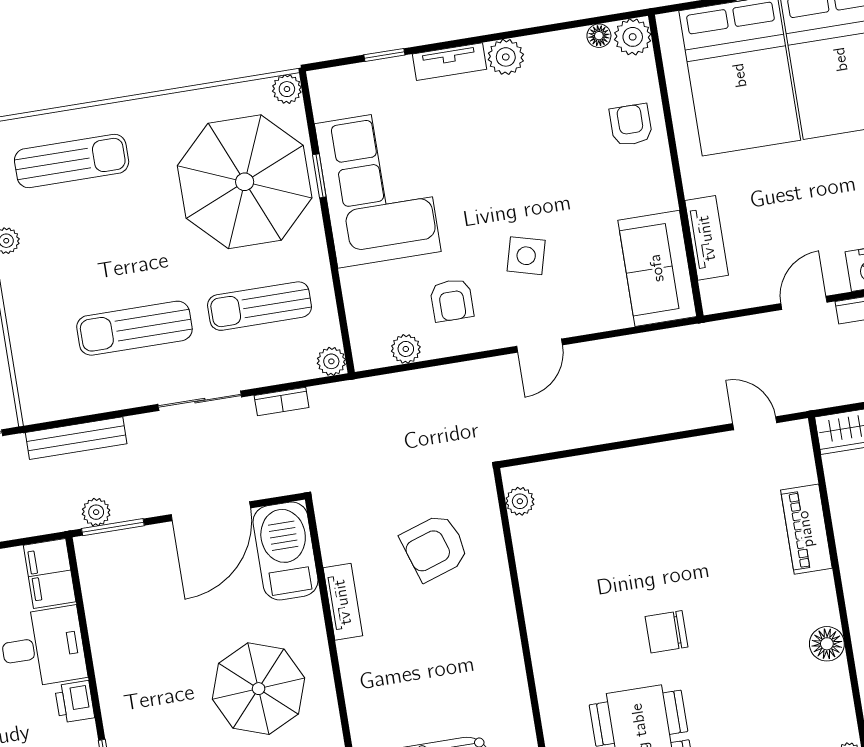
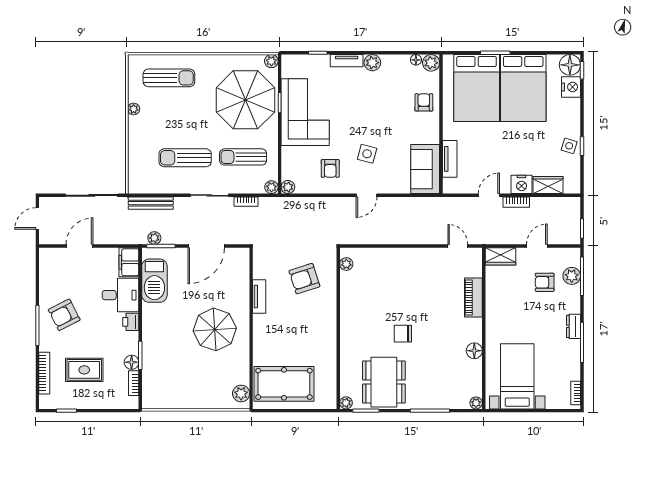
plant: (406, 349) -> (288, 187), moved
barbecue: (286, 551) -> (154, 281), moved, turned 180

